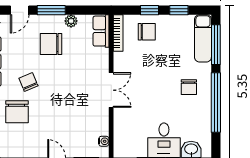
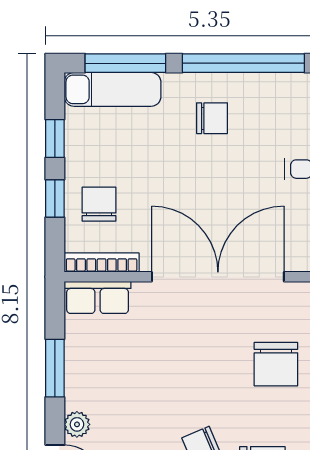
window: (51, 10) -> (55, 368), moved
plant: (71, 21) -> (77, 424), moved
chair: (51, 44) -> (276, 364), moved
double door: (111, 90) -> (218, 277), width x1.87

